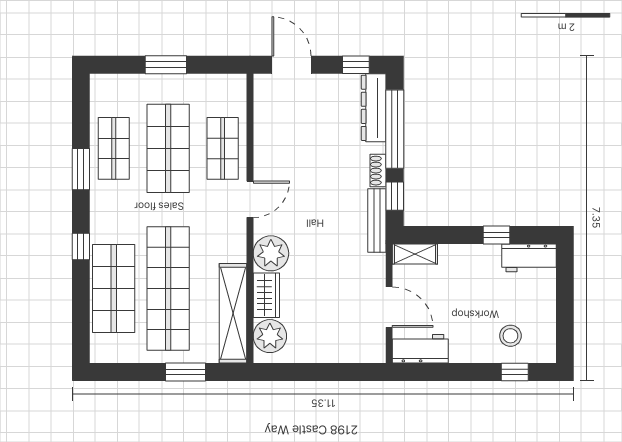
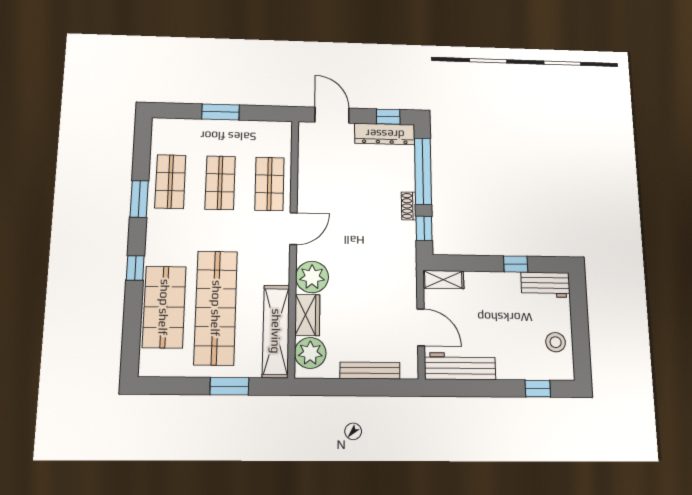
dresser: (374, 108) -> (385, 134), moved, turned -90
shop shelf: (168, 148) -> (220, 183), width x0.70, depth x0.74
bench: (377, 221) -> (370, 371), moved, turned 90
stool: (510, 336) -> (556, 342), moved
workbench: (420, 349) -> (460, 366), width x1.38

